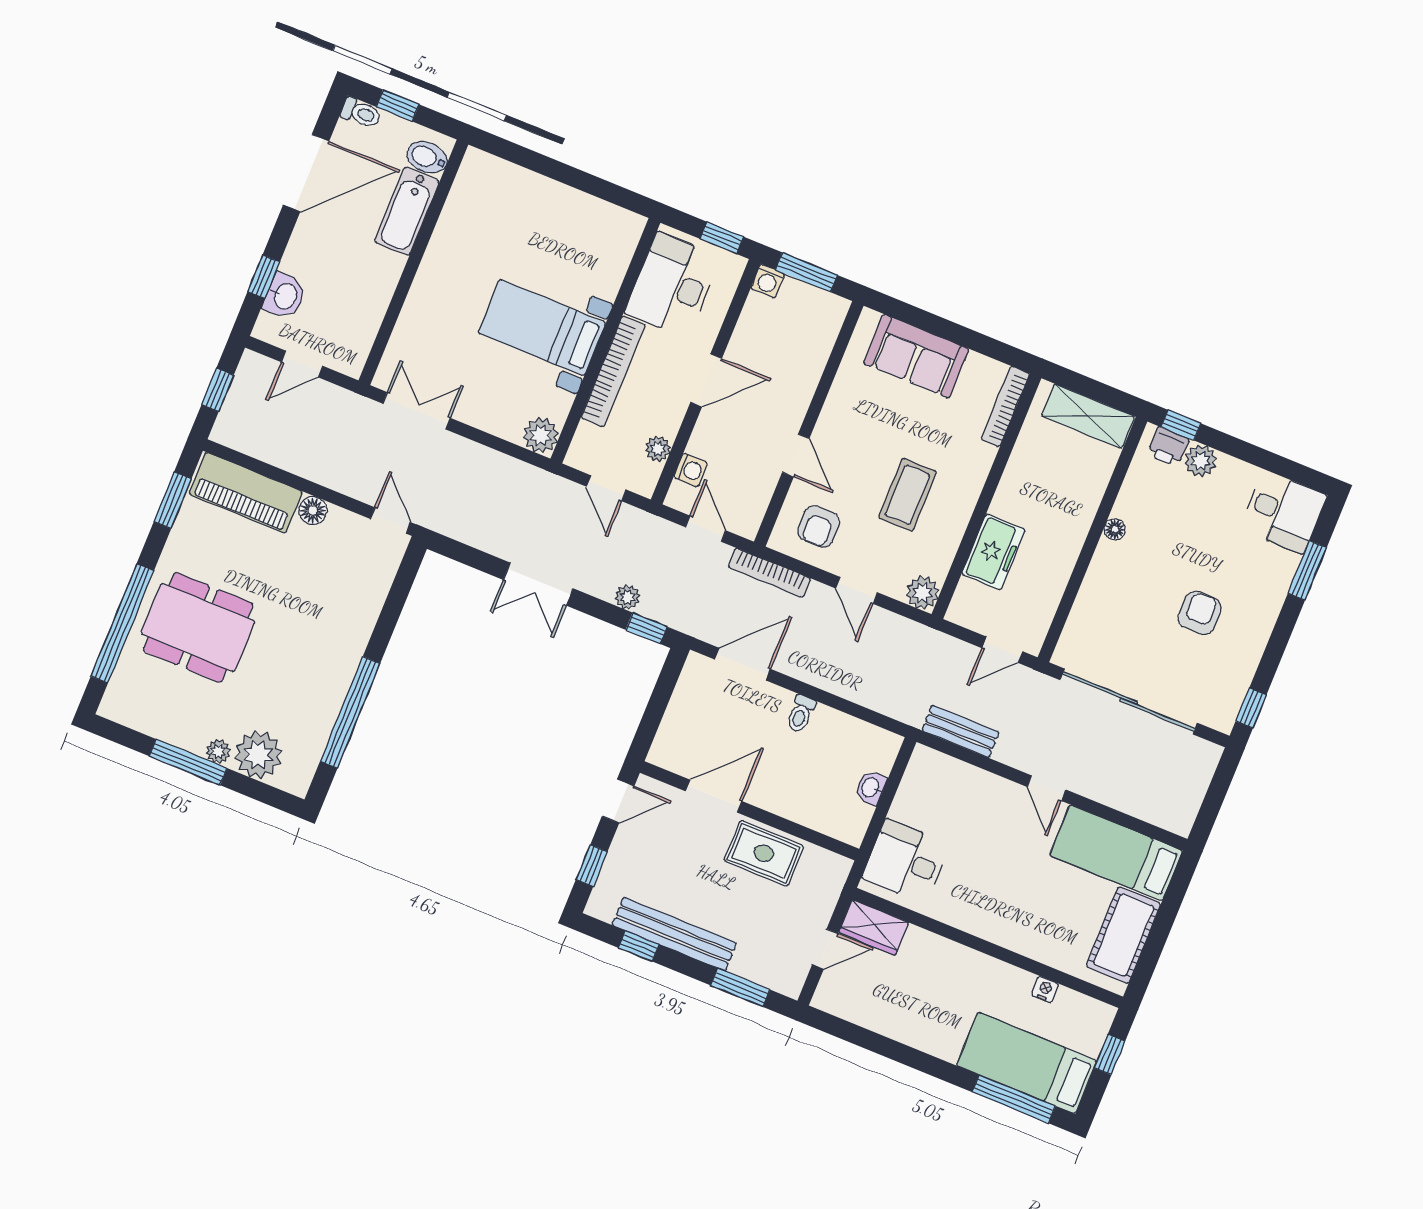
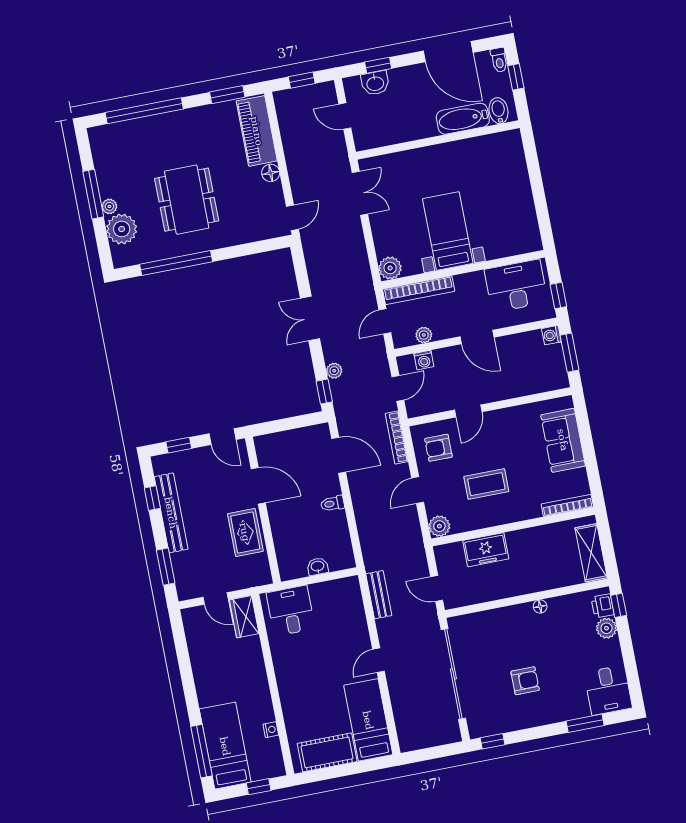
bookcase: (613, 371) -> (419, 290), moved
dining table: (198, 627) -> (187, 200), moved

